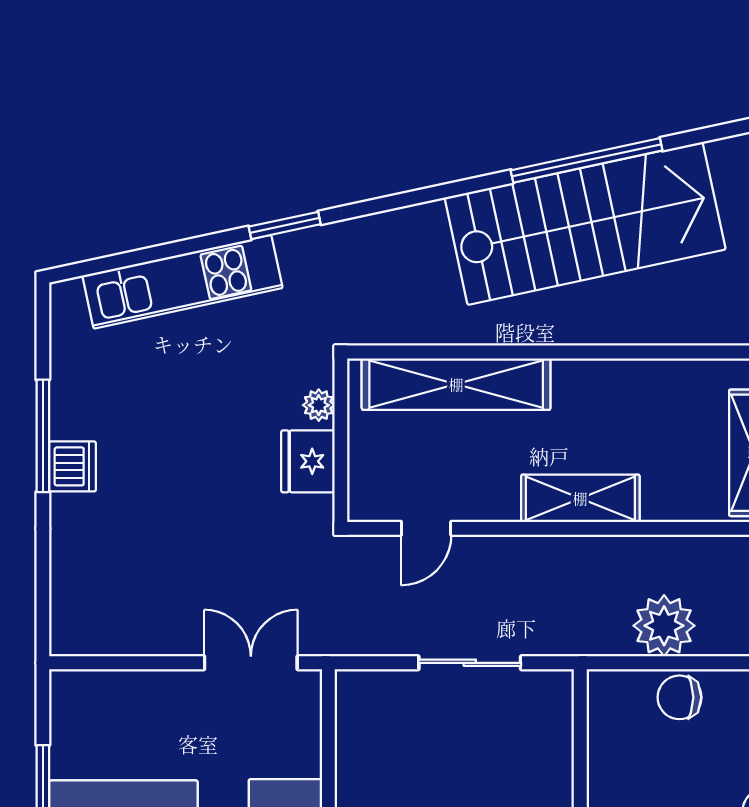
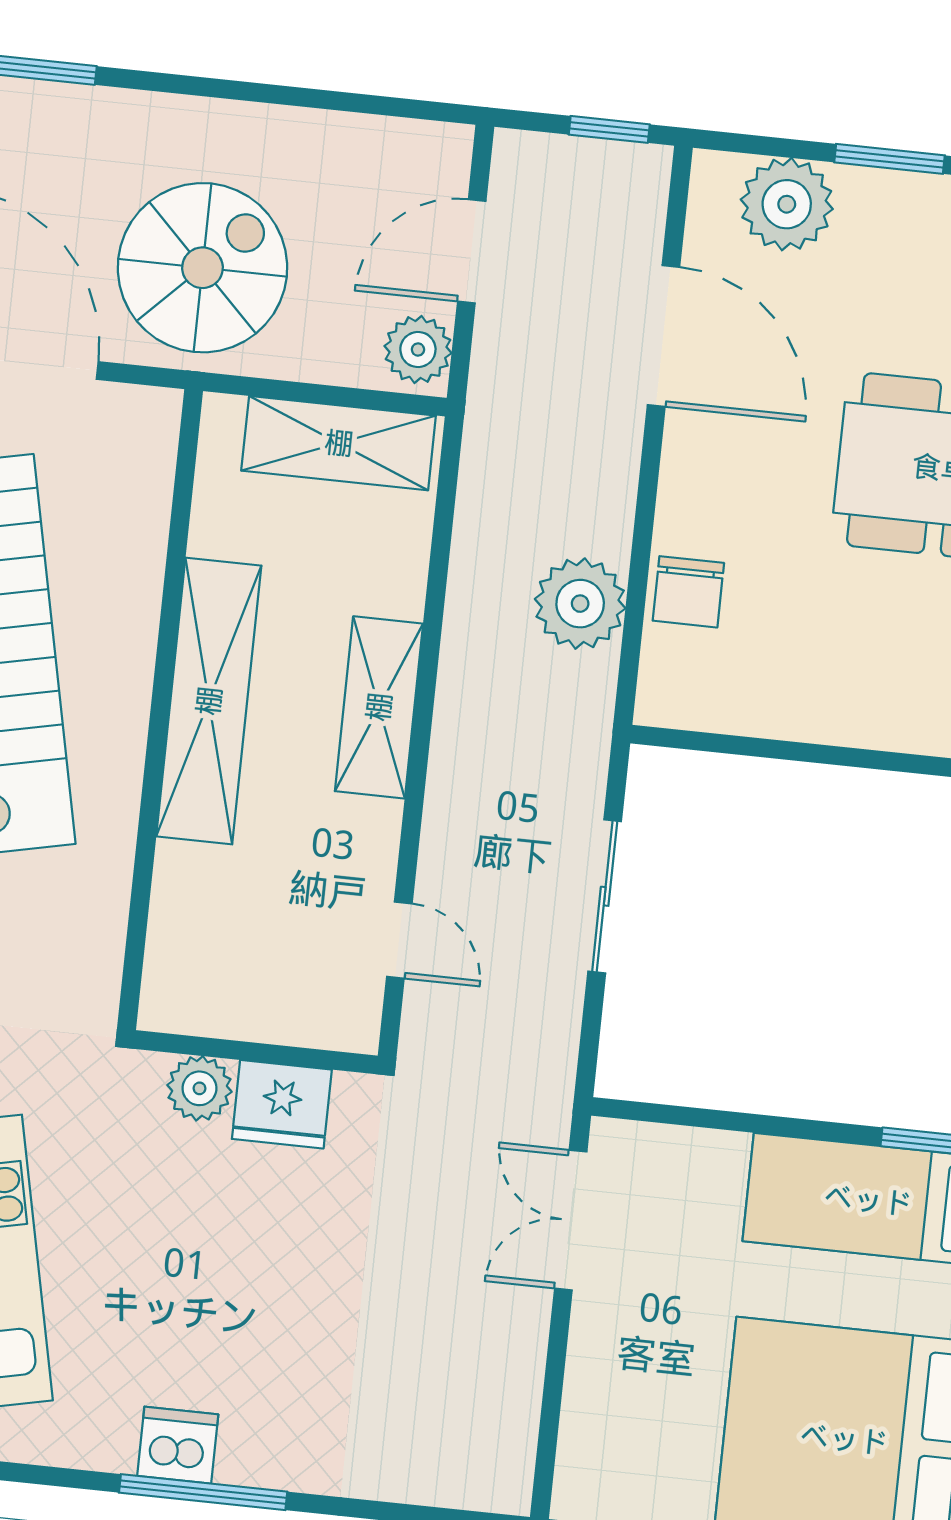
shelving: (456, 384) -> (209, 701), moved
plant: (319, 405) -> (199, 1088), width x1.38, depth x1.38
dishwasher: (73, 466) -> (178, 1445), moved

